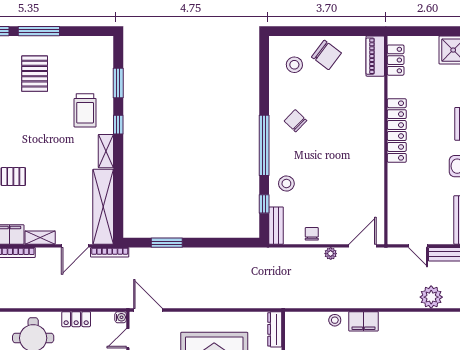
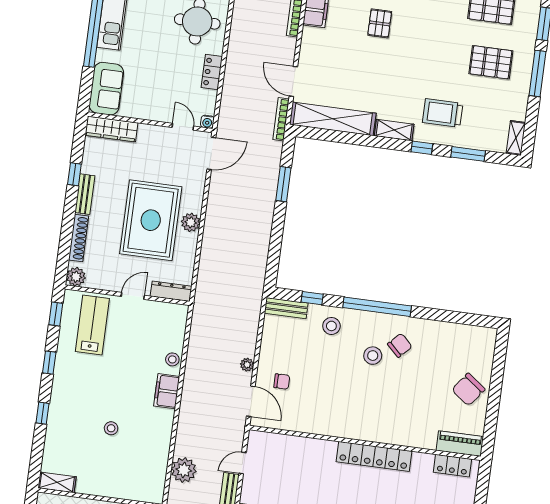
stool: (294, 65) -> (373, 356), moved
chair: (312, 234) -> (282, 382), moved
shelving: (40, 238) -> (516, 138), moved
plant: (211, 320) -> (191, 222), added

